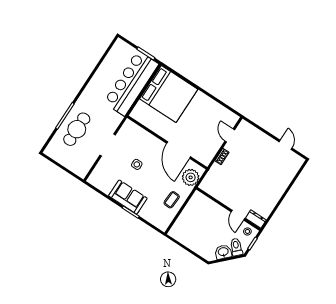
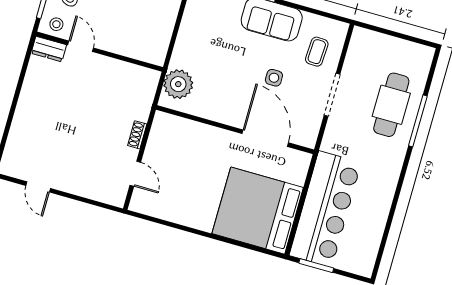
door: (179, 150) -> (265, 138), moved
coffee table: (172, 200) -> (317, 52), moved

